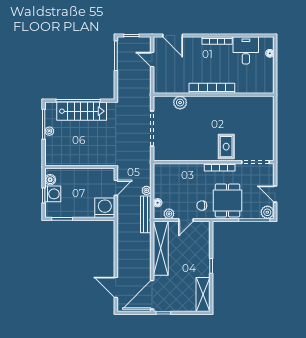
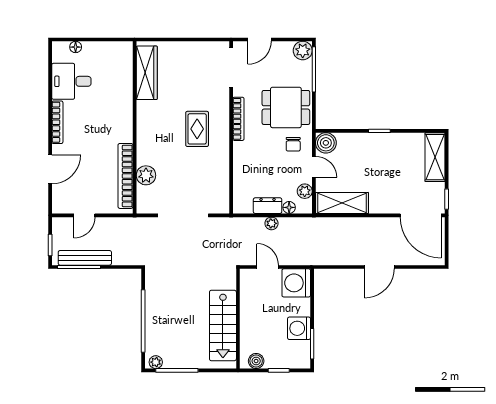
door: (173, 36) -> (50, 169), moved
bookcase: (212, 88) -> (125, 176), moved
wardrobe: (252, 103) -> (147, 73), added
stairs: (82, 111) -> (223, 326), moved, turned 180
plant: (49, 131) -> (156, 362), moved
rug: (226, 147) -> (197, 129), moved, turned 90
dresser: (159, 188) -> (268, 206), added
washing machine: (53, 194) -> (299, 328), moved, turned -90
door: (275, 194) -> (260, 39), moved
bench: (146, 214) -> (85, 258), moved
boiler: (203, 228) -> (326, 143), added
shelving: (161, 248) -> (342, 203), width x0.68
door: (116, 287) -> (379, 267), moved
shelving: (203, 295) -> (435, 157), moved, turned 90

